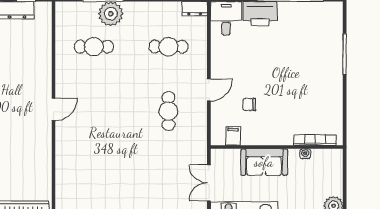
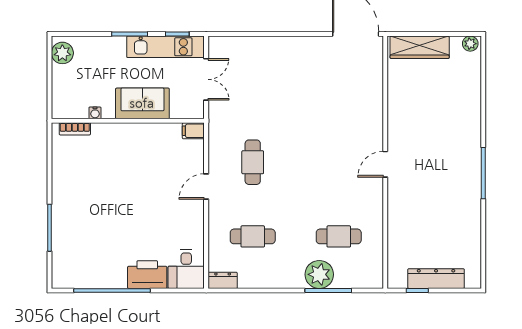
chair: (249, 104) -> (160, 170), removed
filing cabinet: (233, 136) -> (193, 131), moved, turned 90
bookcase: (315, 140) -> (75, 129), width x0.64

